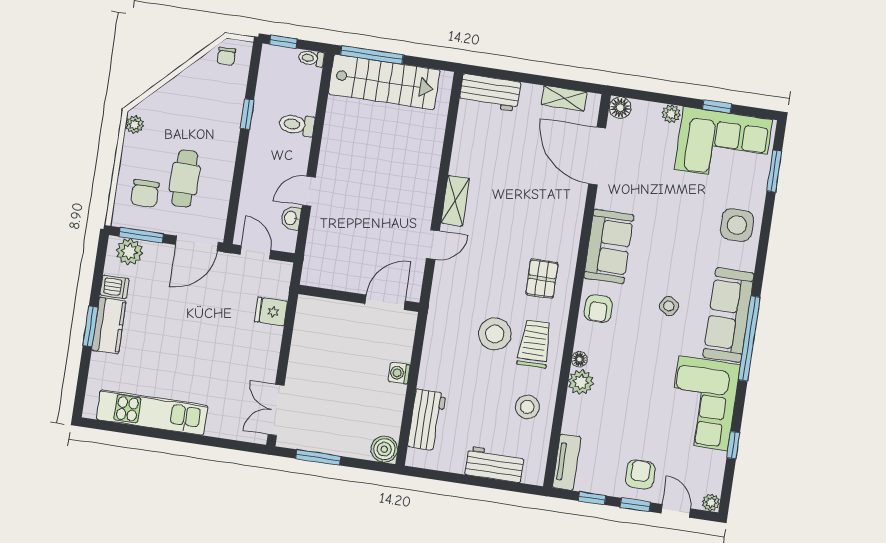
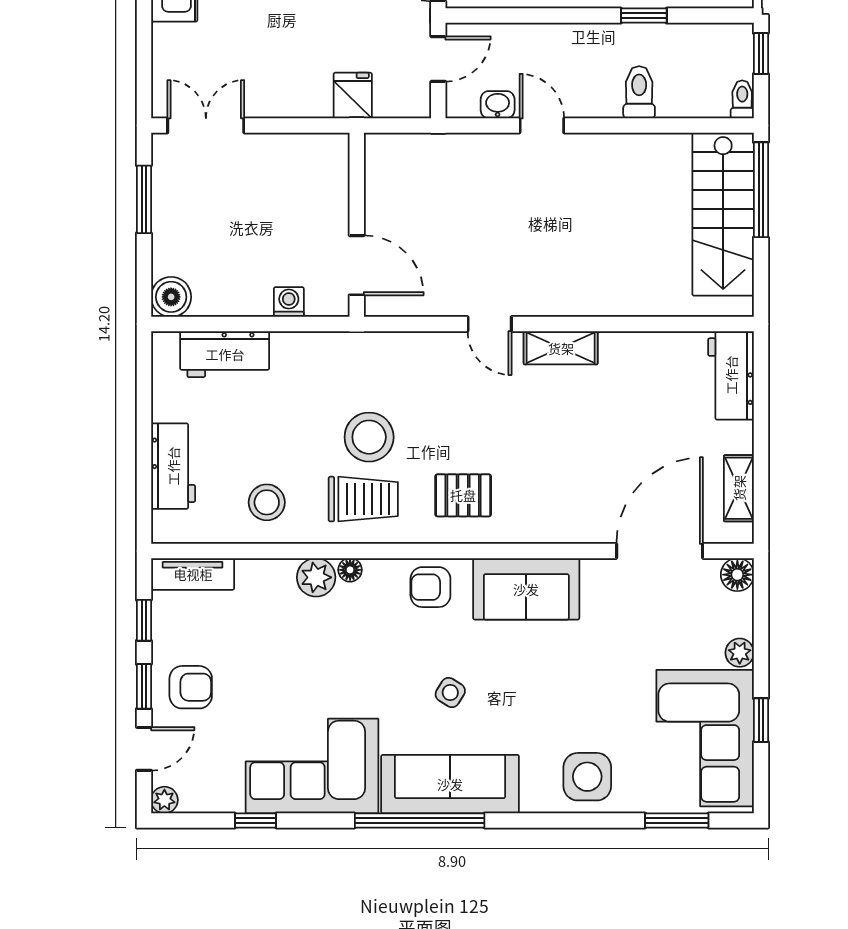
wall: (359, 298) -> (357, 225), moved
door: (385, 302) -> (357, 265), moved

